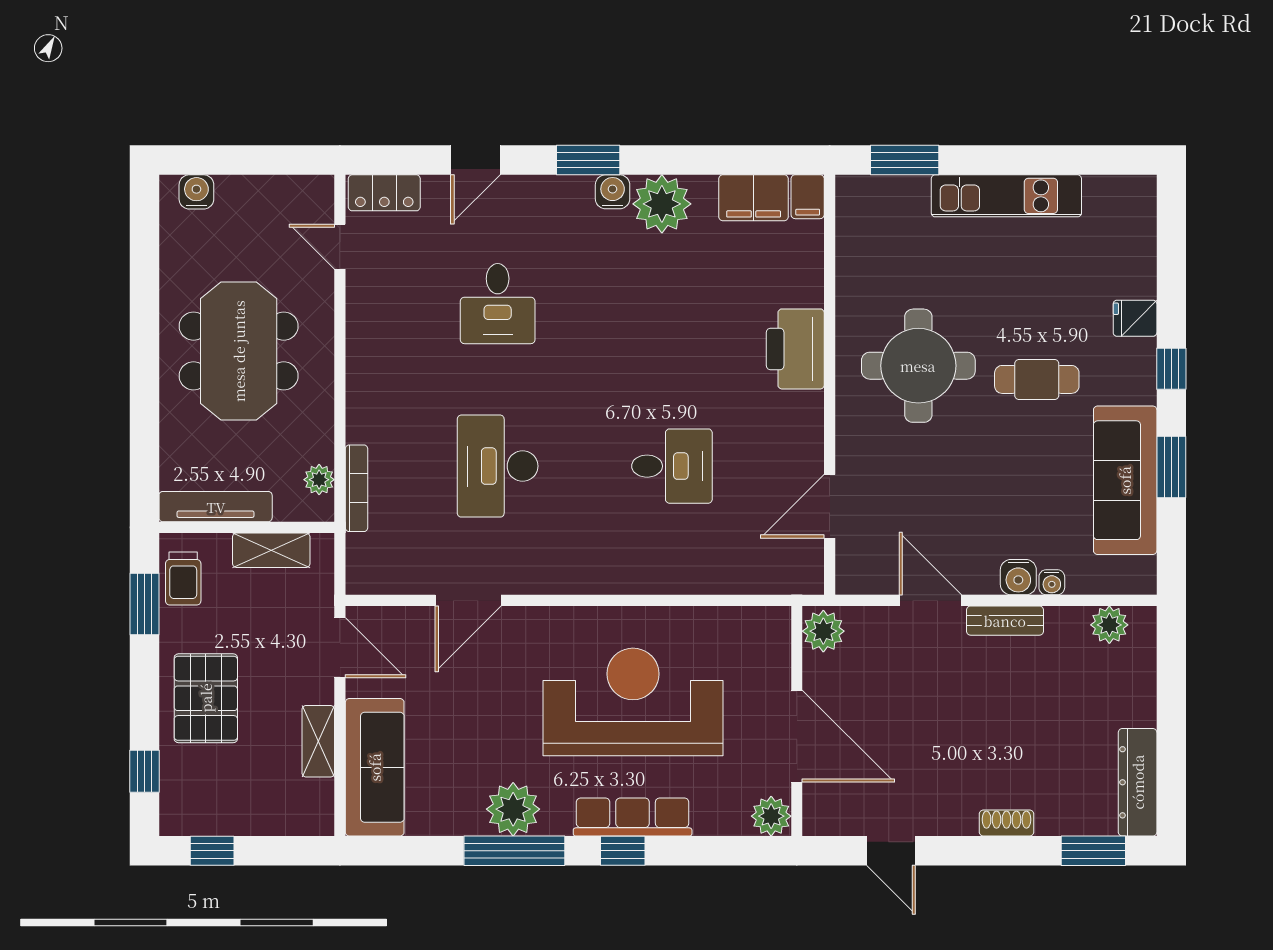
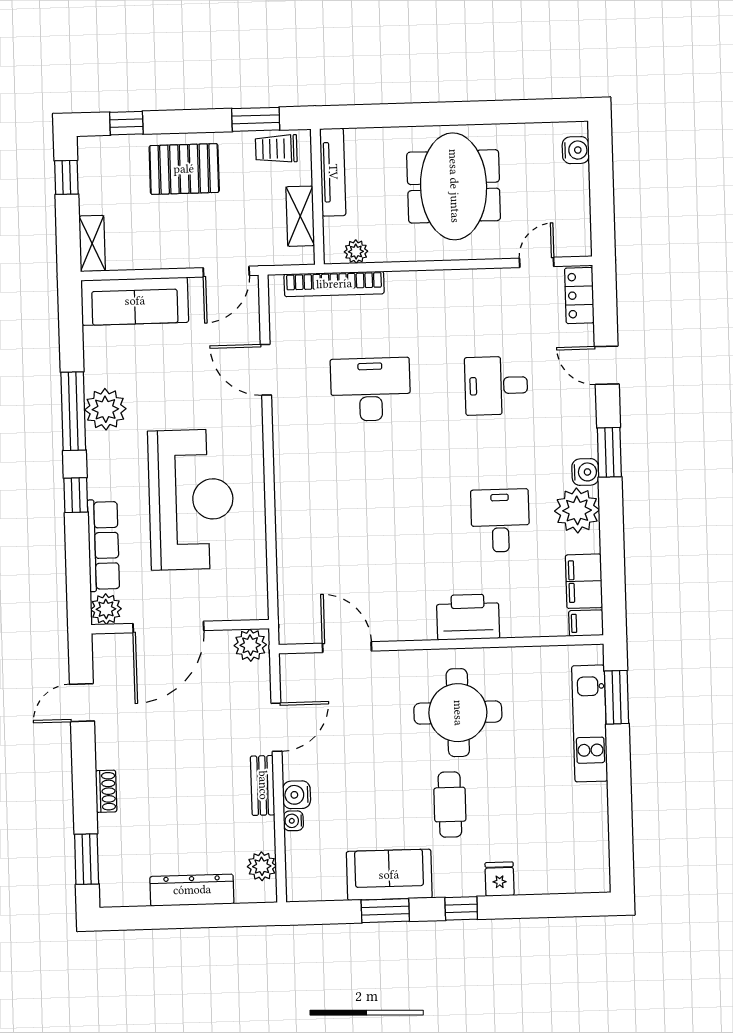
kitchen unit: (1006, 196) -> (590, 723), moved
meeting table: (239, 351) -> (454, 186), turned 90
desk: (672, 466) -> (500, 521), moved, turned 180
sofa: (1125, 480) -> (389, 875), width x0.73
bookcase: (357, 488) -> (334, 284), width x1.48, depth x1.31
shelving: (318, 741) -> (92, 243), moved, turned 90
dresser: (1138, 782) -> (192, 890), moved
row of seats: (633, 817) -> (103, 545), moved

